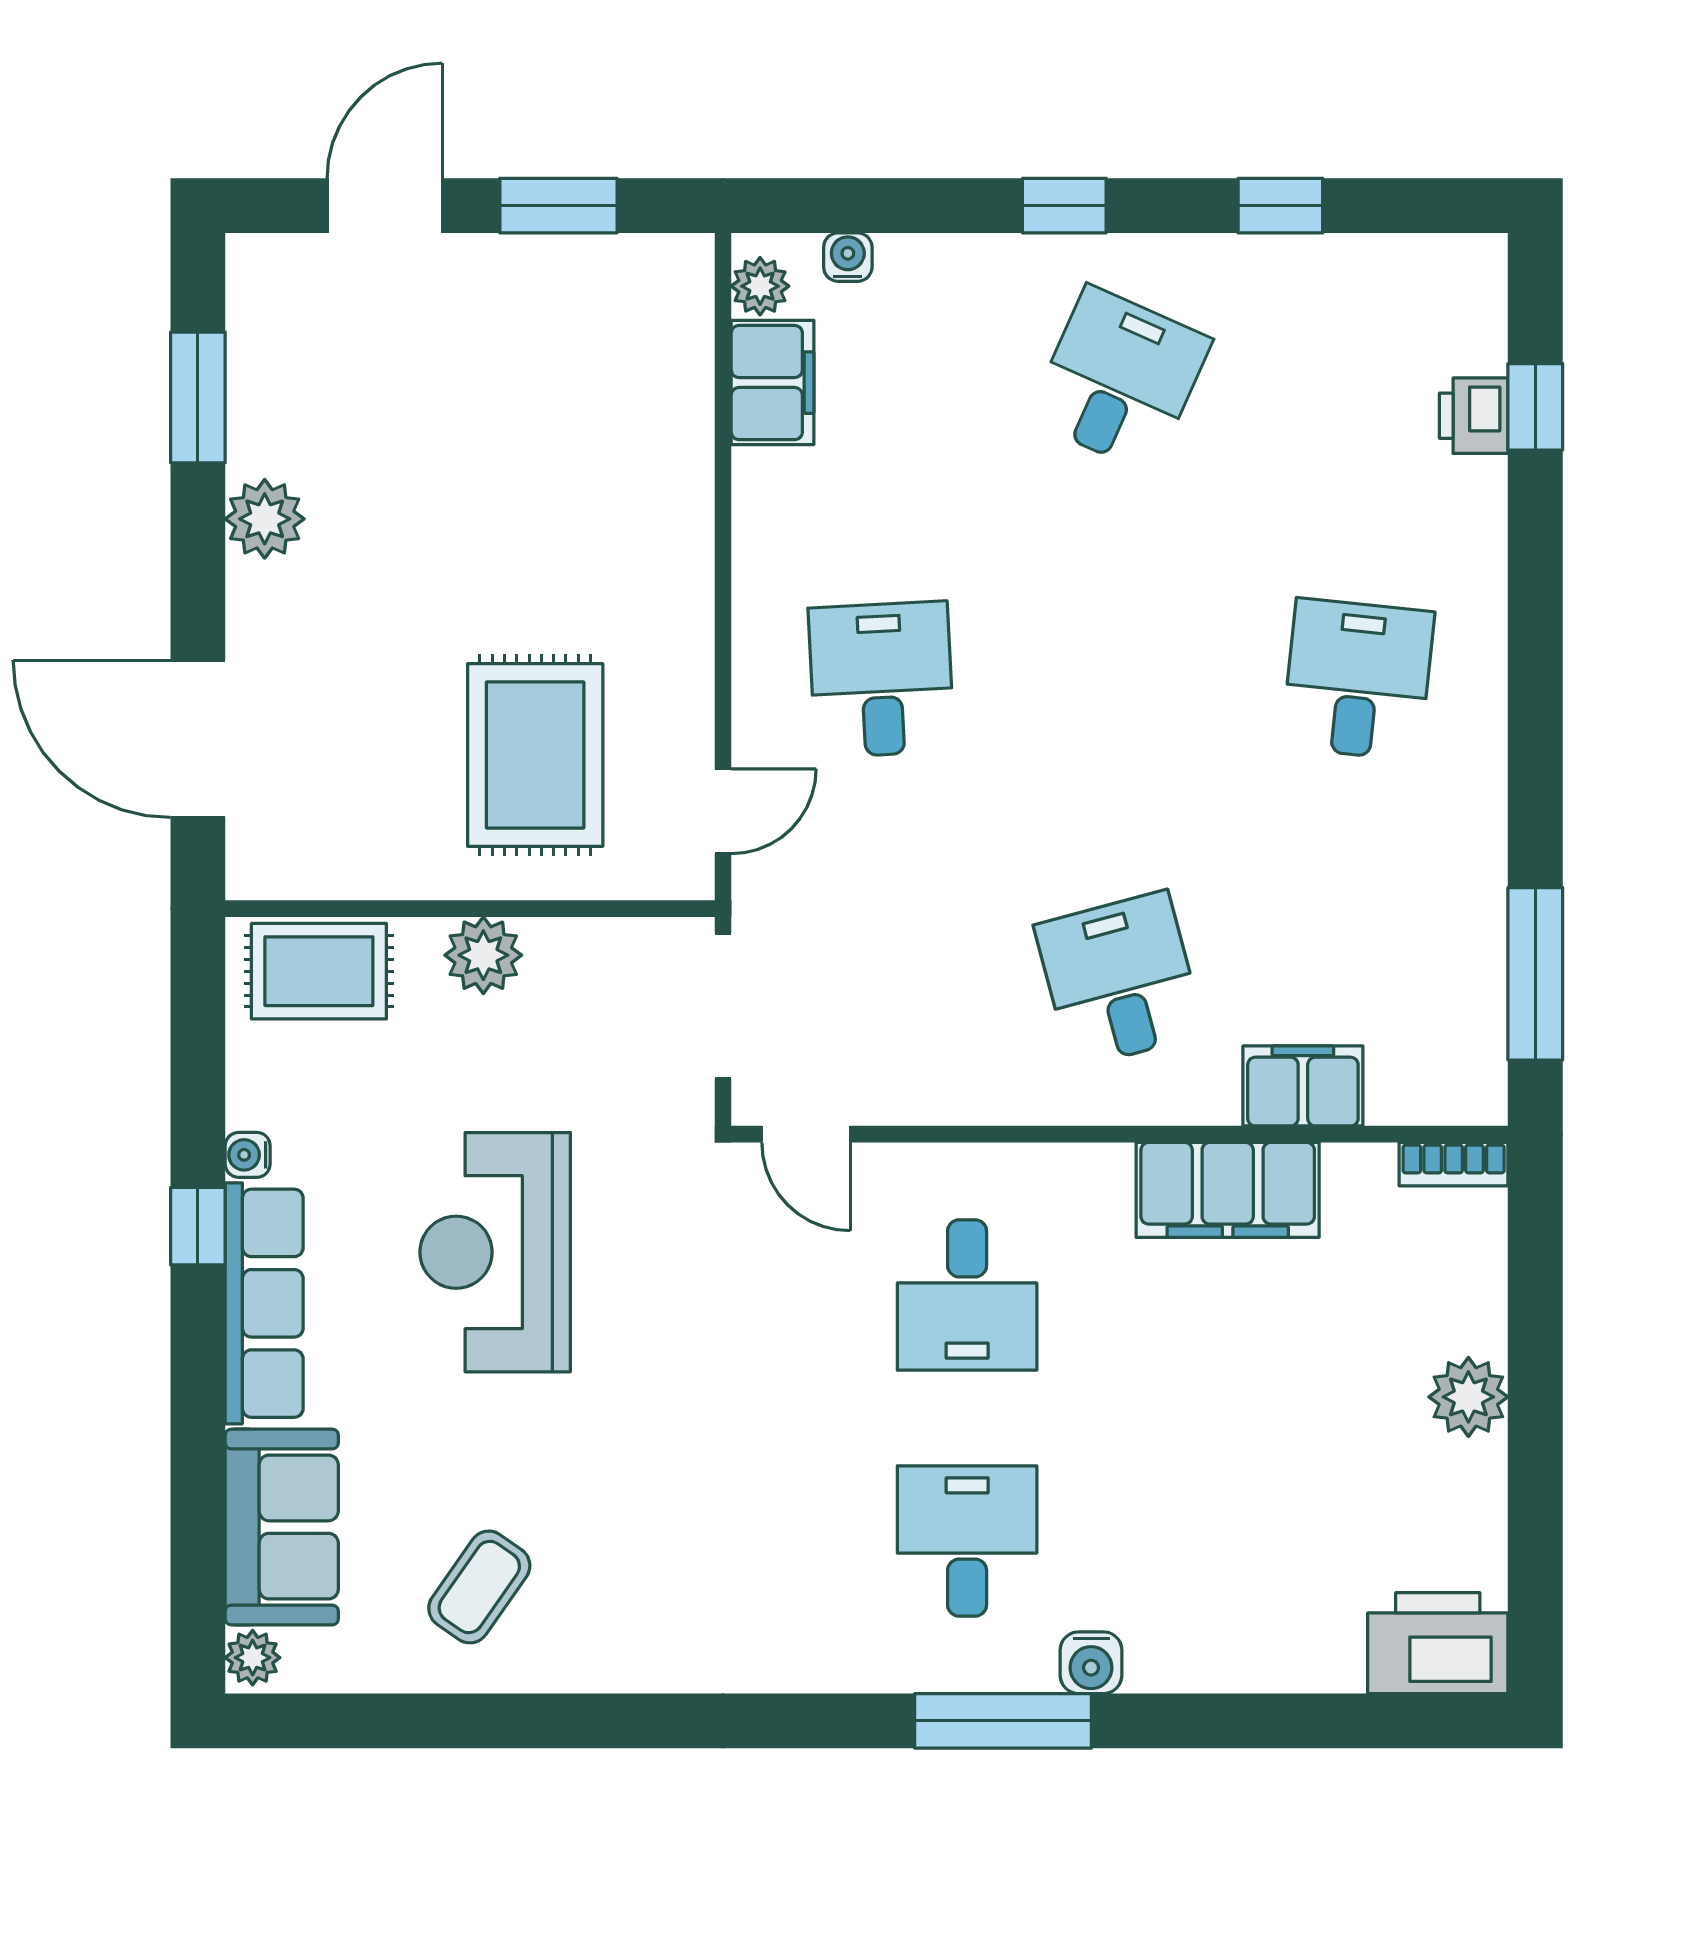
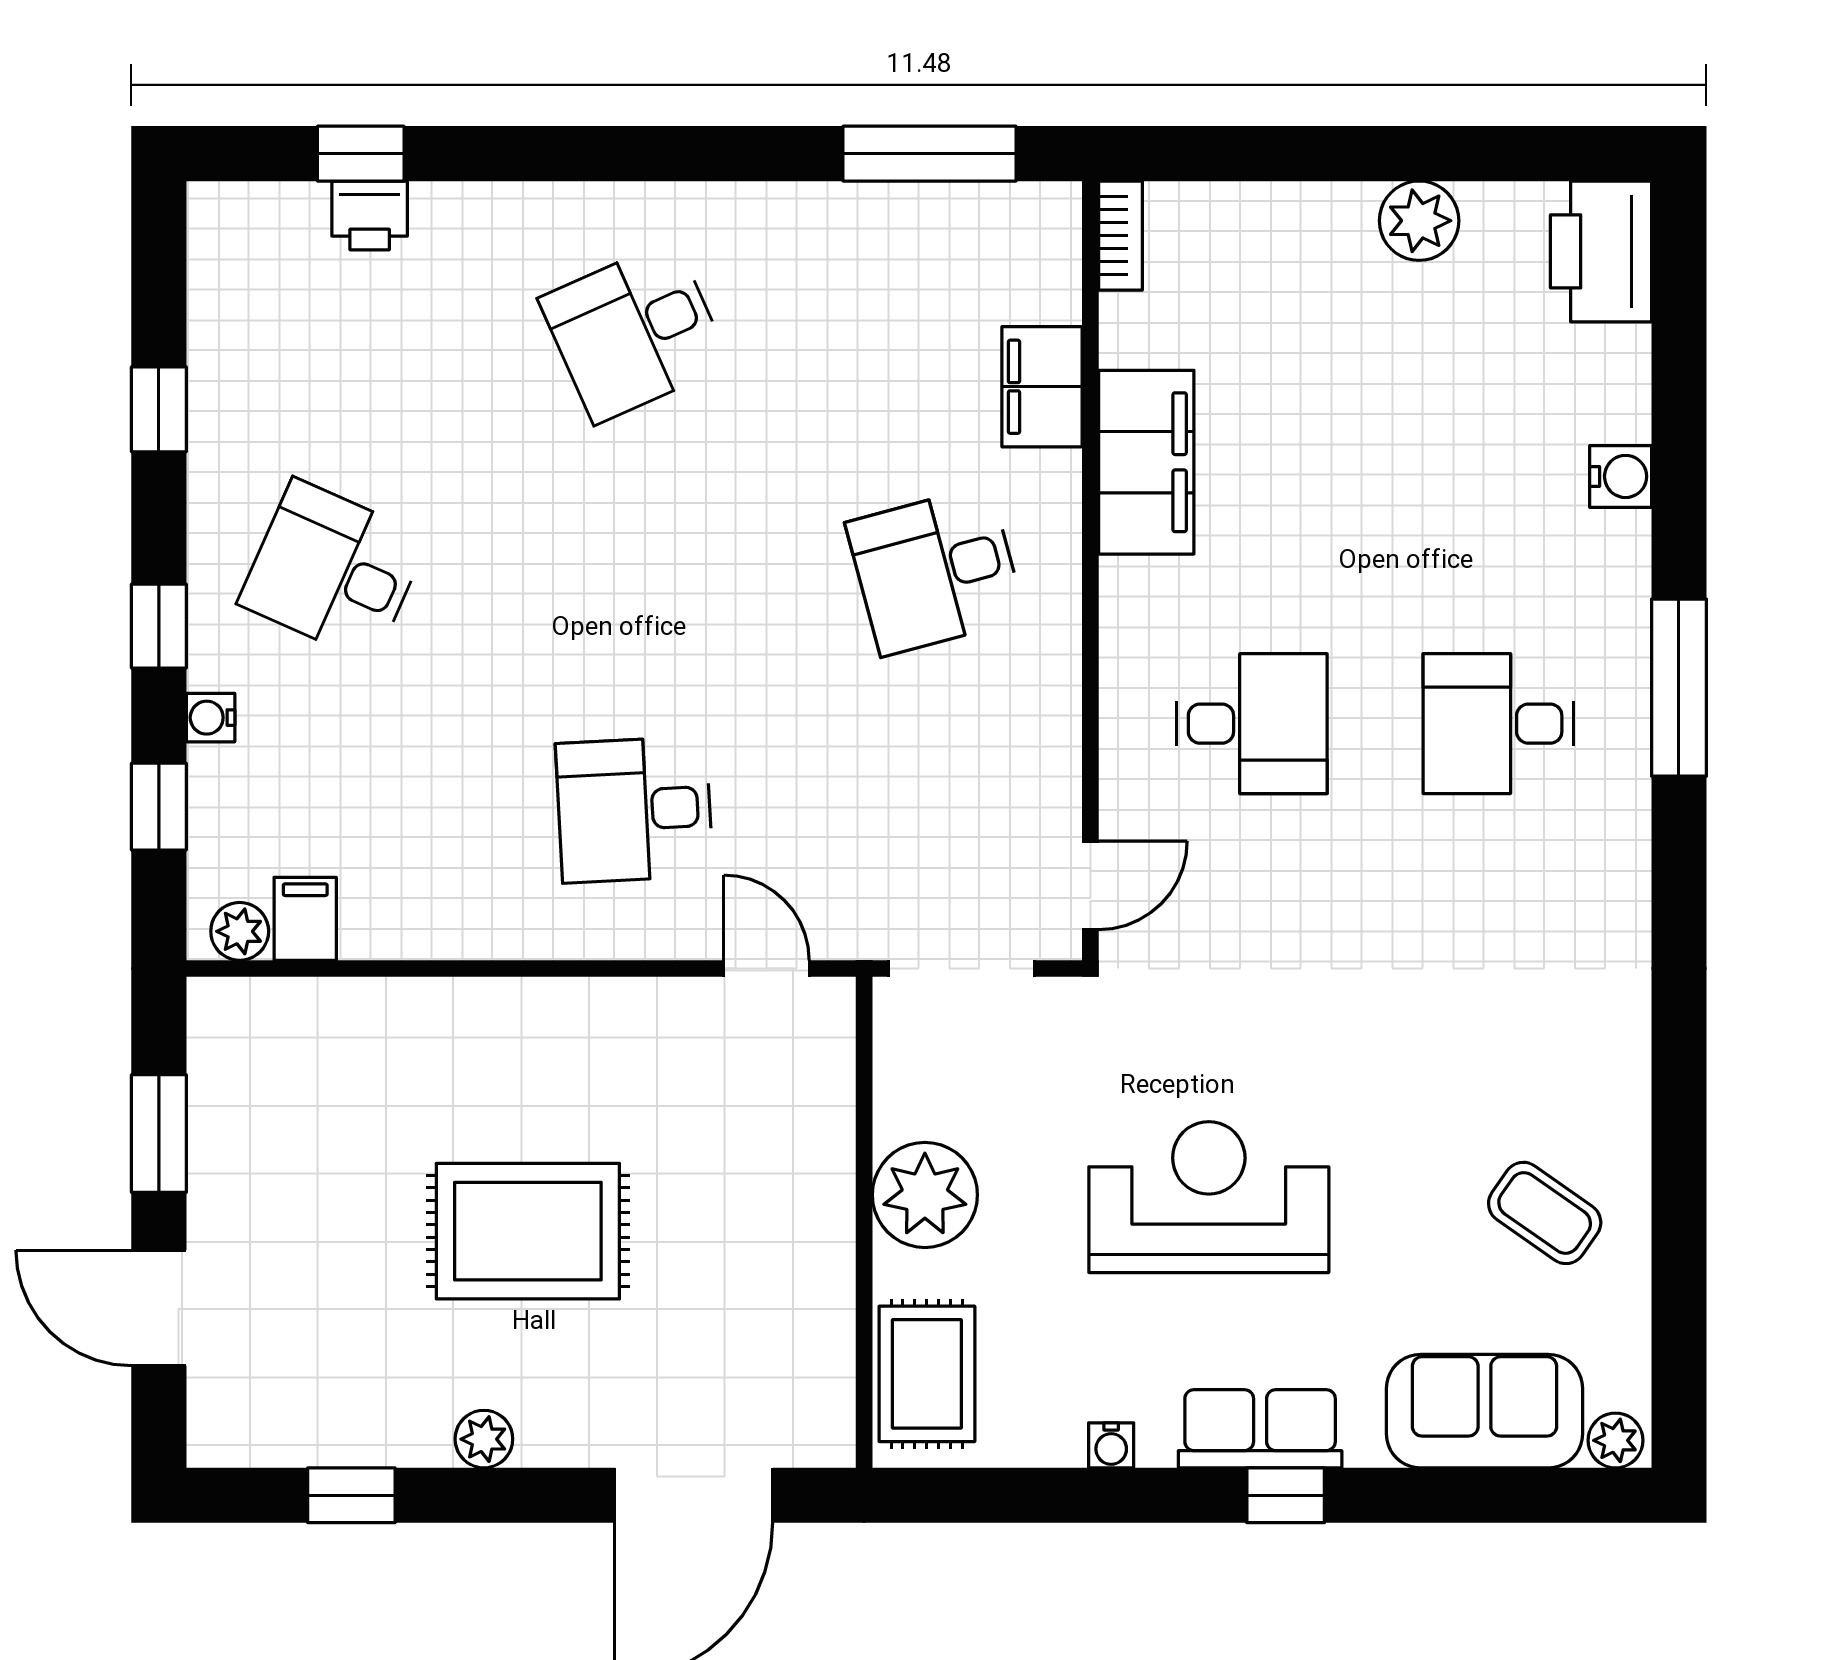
window: (884, 206) -> (159, 807), added
water cooler: (848, 257) -> (211, 718), moved
filing cabinet: (773, 383) -> (305, 919), width x0.50
window: (198, 397) -> (351, 1495), width x0.67
plant: (265, 519) -> (484, 1439), width x0.73, depth x0.73
desk: (1358, 679) -> (634, 332), turned -30
rug: (535, 755) -> (528, 1231), moved
plant: (483, 955) -> (925, 1195), width x1.36, depth x1.36
window: (198, 1226) -> (1286, 1495), moved
reception desk: (495, 1252) -> (1209, 1197), turned 180
row of seats: (264, 1303) -> (1260, 1429), width x0.68
plant: (1468, 1397) -> (1419, 221), moved
water cooler: (1091, 1663) -> (1621, 476), moved

